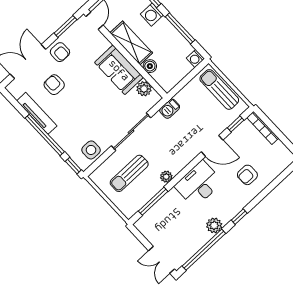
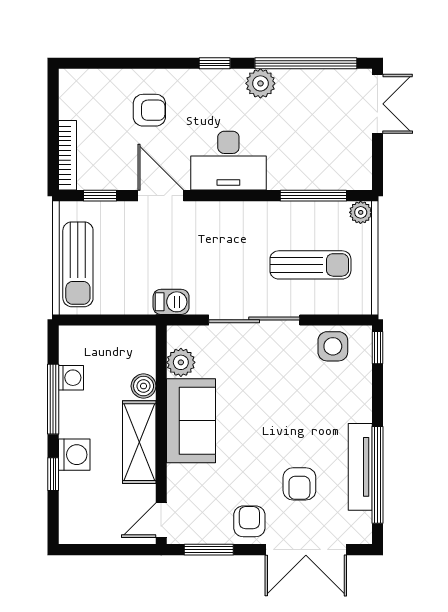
washing machine: (195, 59) -> (71, 378), moved
window: (45, 135) -> (377, 475), moved
plant: (166, 177) -> (361, 212), moved

